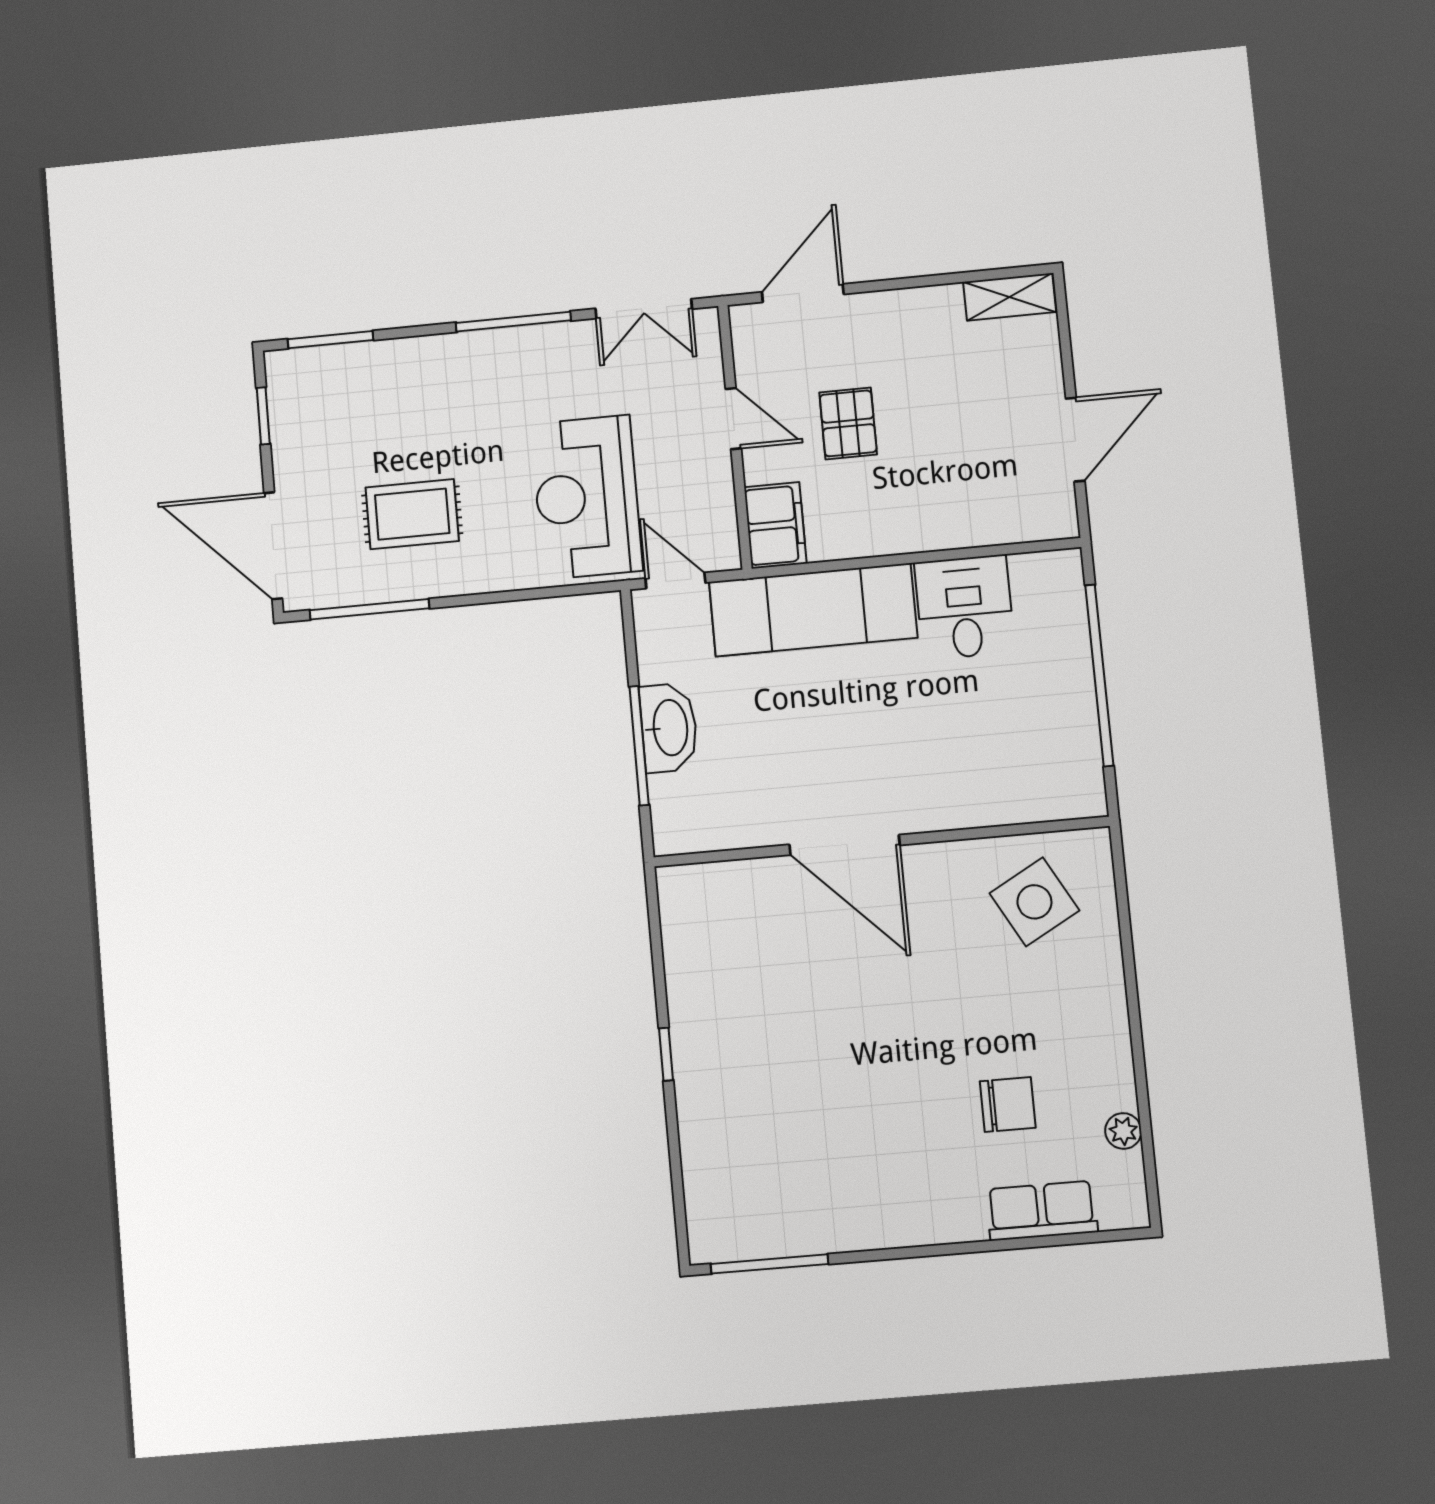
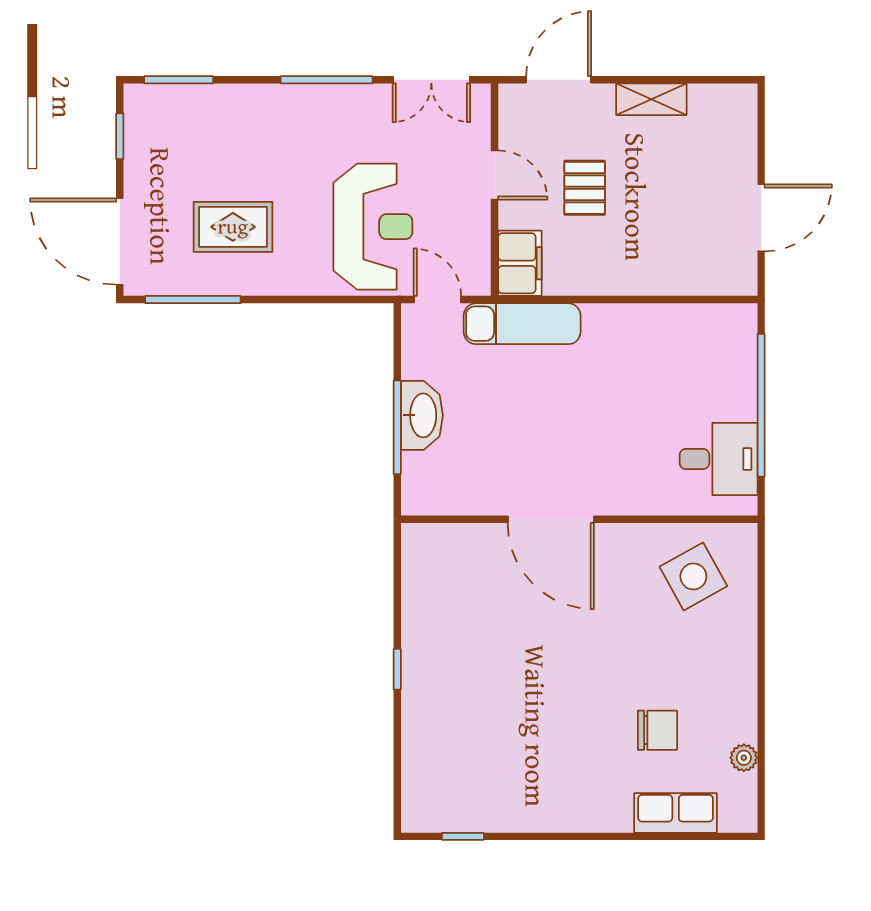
shelving: (1010, 297) -> (651, 99), moved
reception desk: (587, 497) -> (373, 227), turned 180
desk: (965, 607) -> (719, 459), moved, turned 90
exam couch: (813, 610) -> (522, 324), width x0.73, depth x0.69
window: (769, 1264) -> (463, 836), width x0.46

